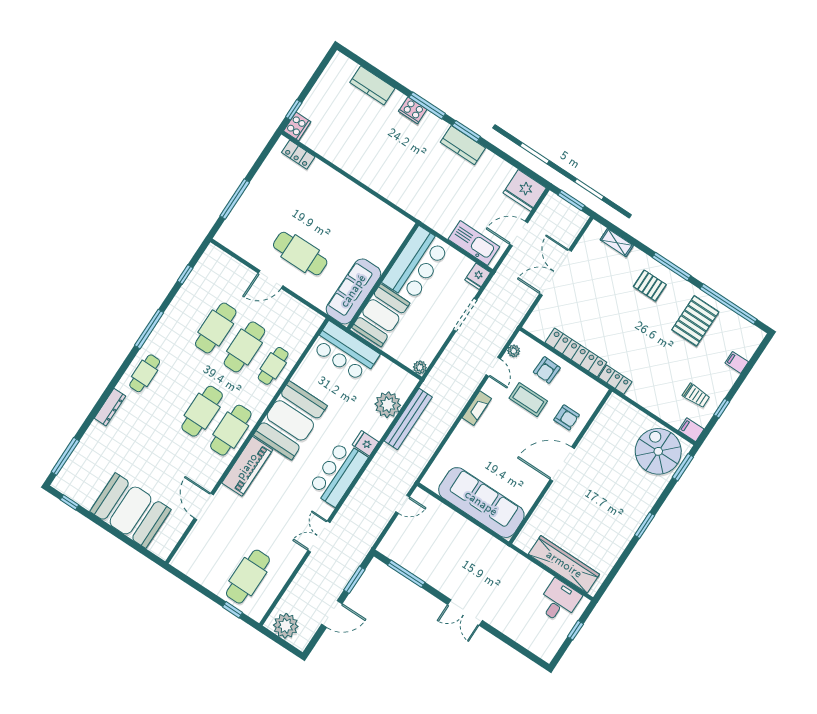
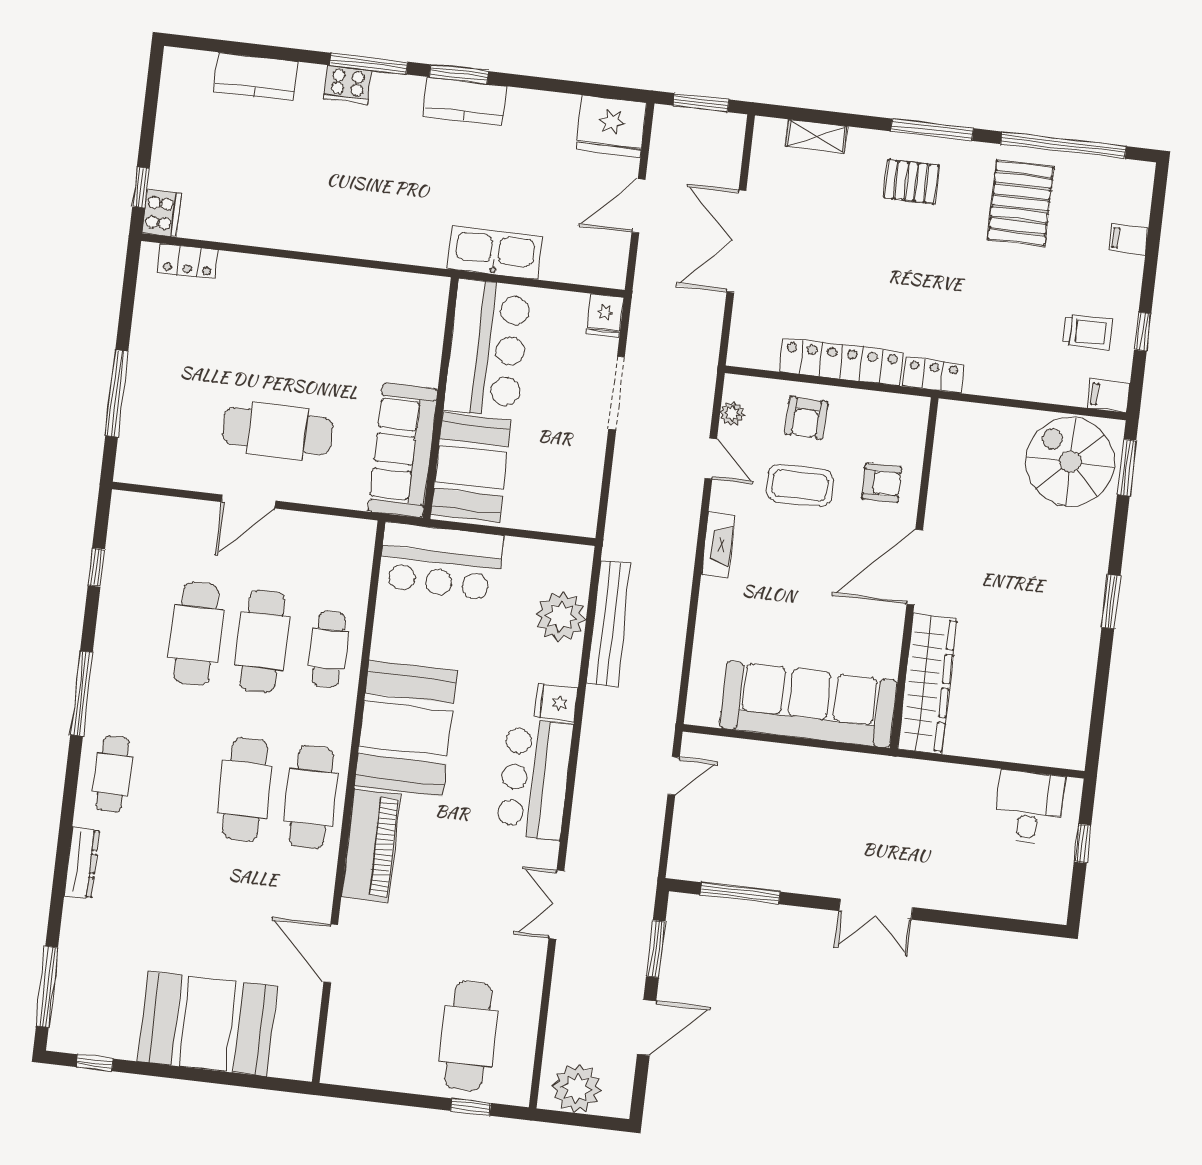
kitchen sink: (474, 243) -> (495, 252), moved
plant: (420, 367) -> (584, 524), removed
wardrobe: (564, 564) -> (927, 684), moved, turned 90

